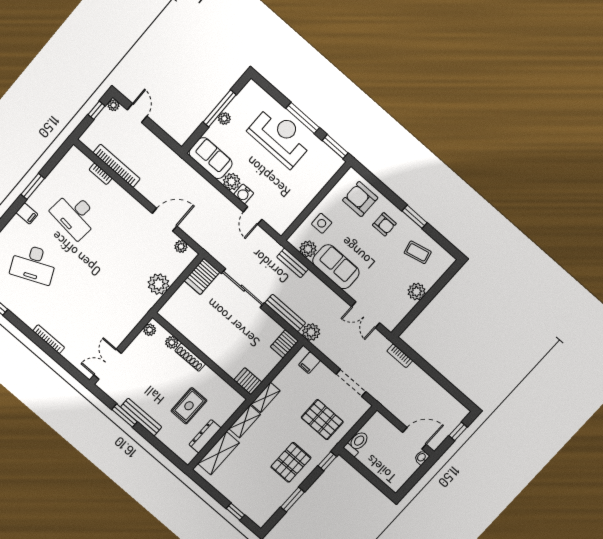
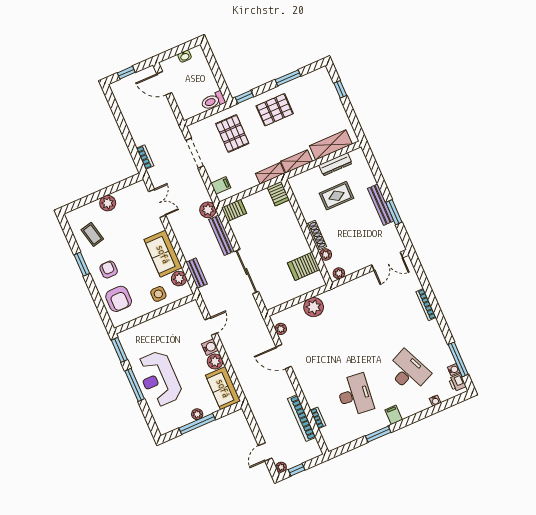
server rack: (202, 276) -> (304, 266), moved, turned 180
washbasin: (422, 457) -> (185, 56), moved

